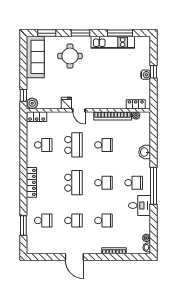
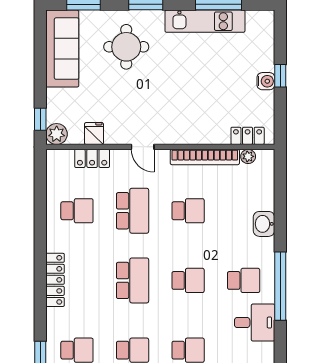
fridge: (66, 103) -> (94, 134), moved
locker: (37, 117) -> (92, 158), moved

